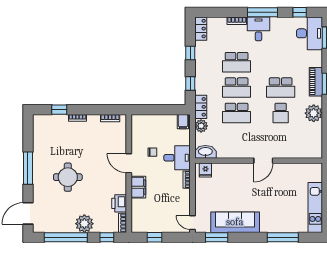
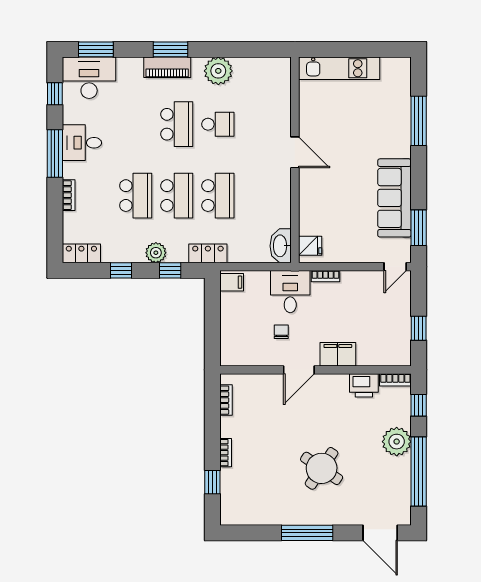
desk: (258, 29) -> (82, 143), moved
plant: (201, 126) -> (156, 253), moved
round table: (68, 177) -> (322, 468), turned 34
kitchen unit: (315, 207) -> (339, 68), moved

